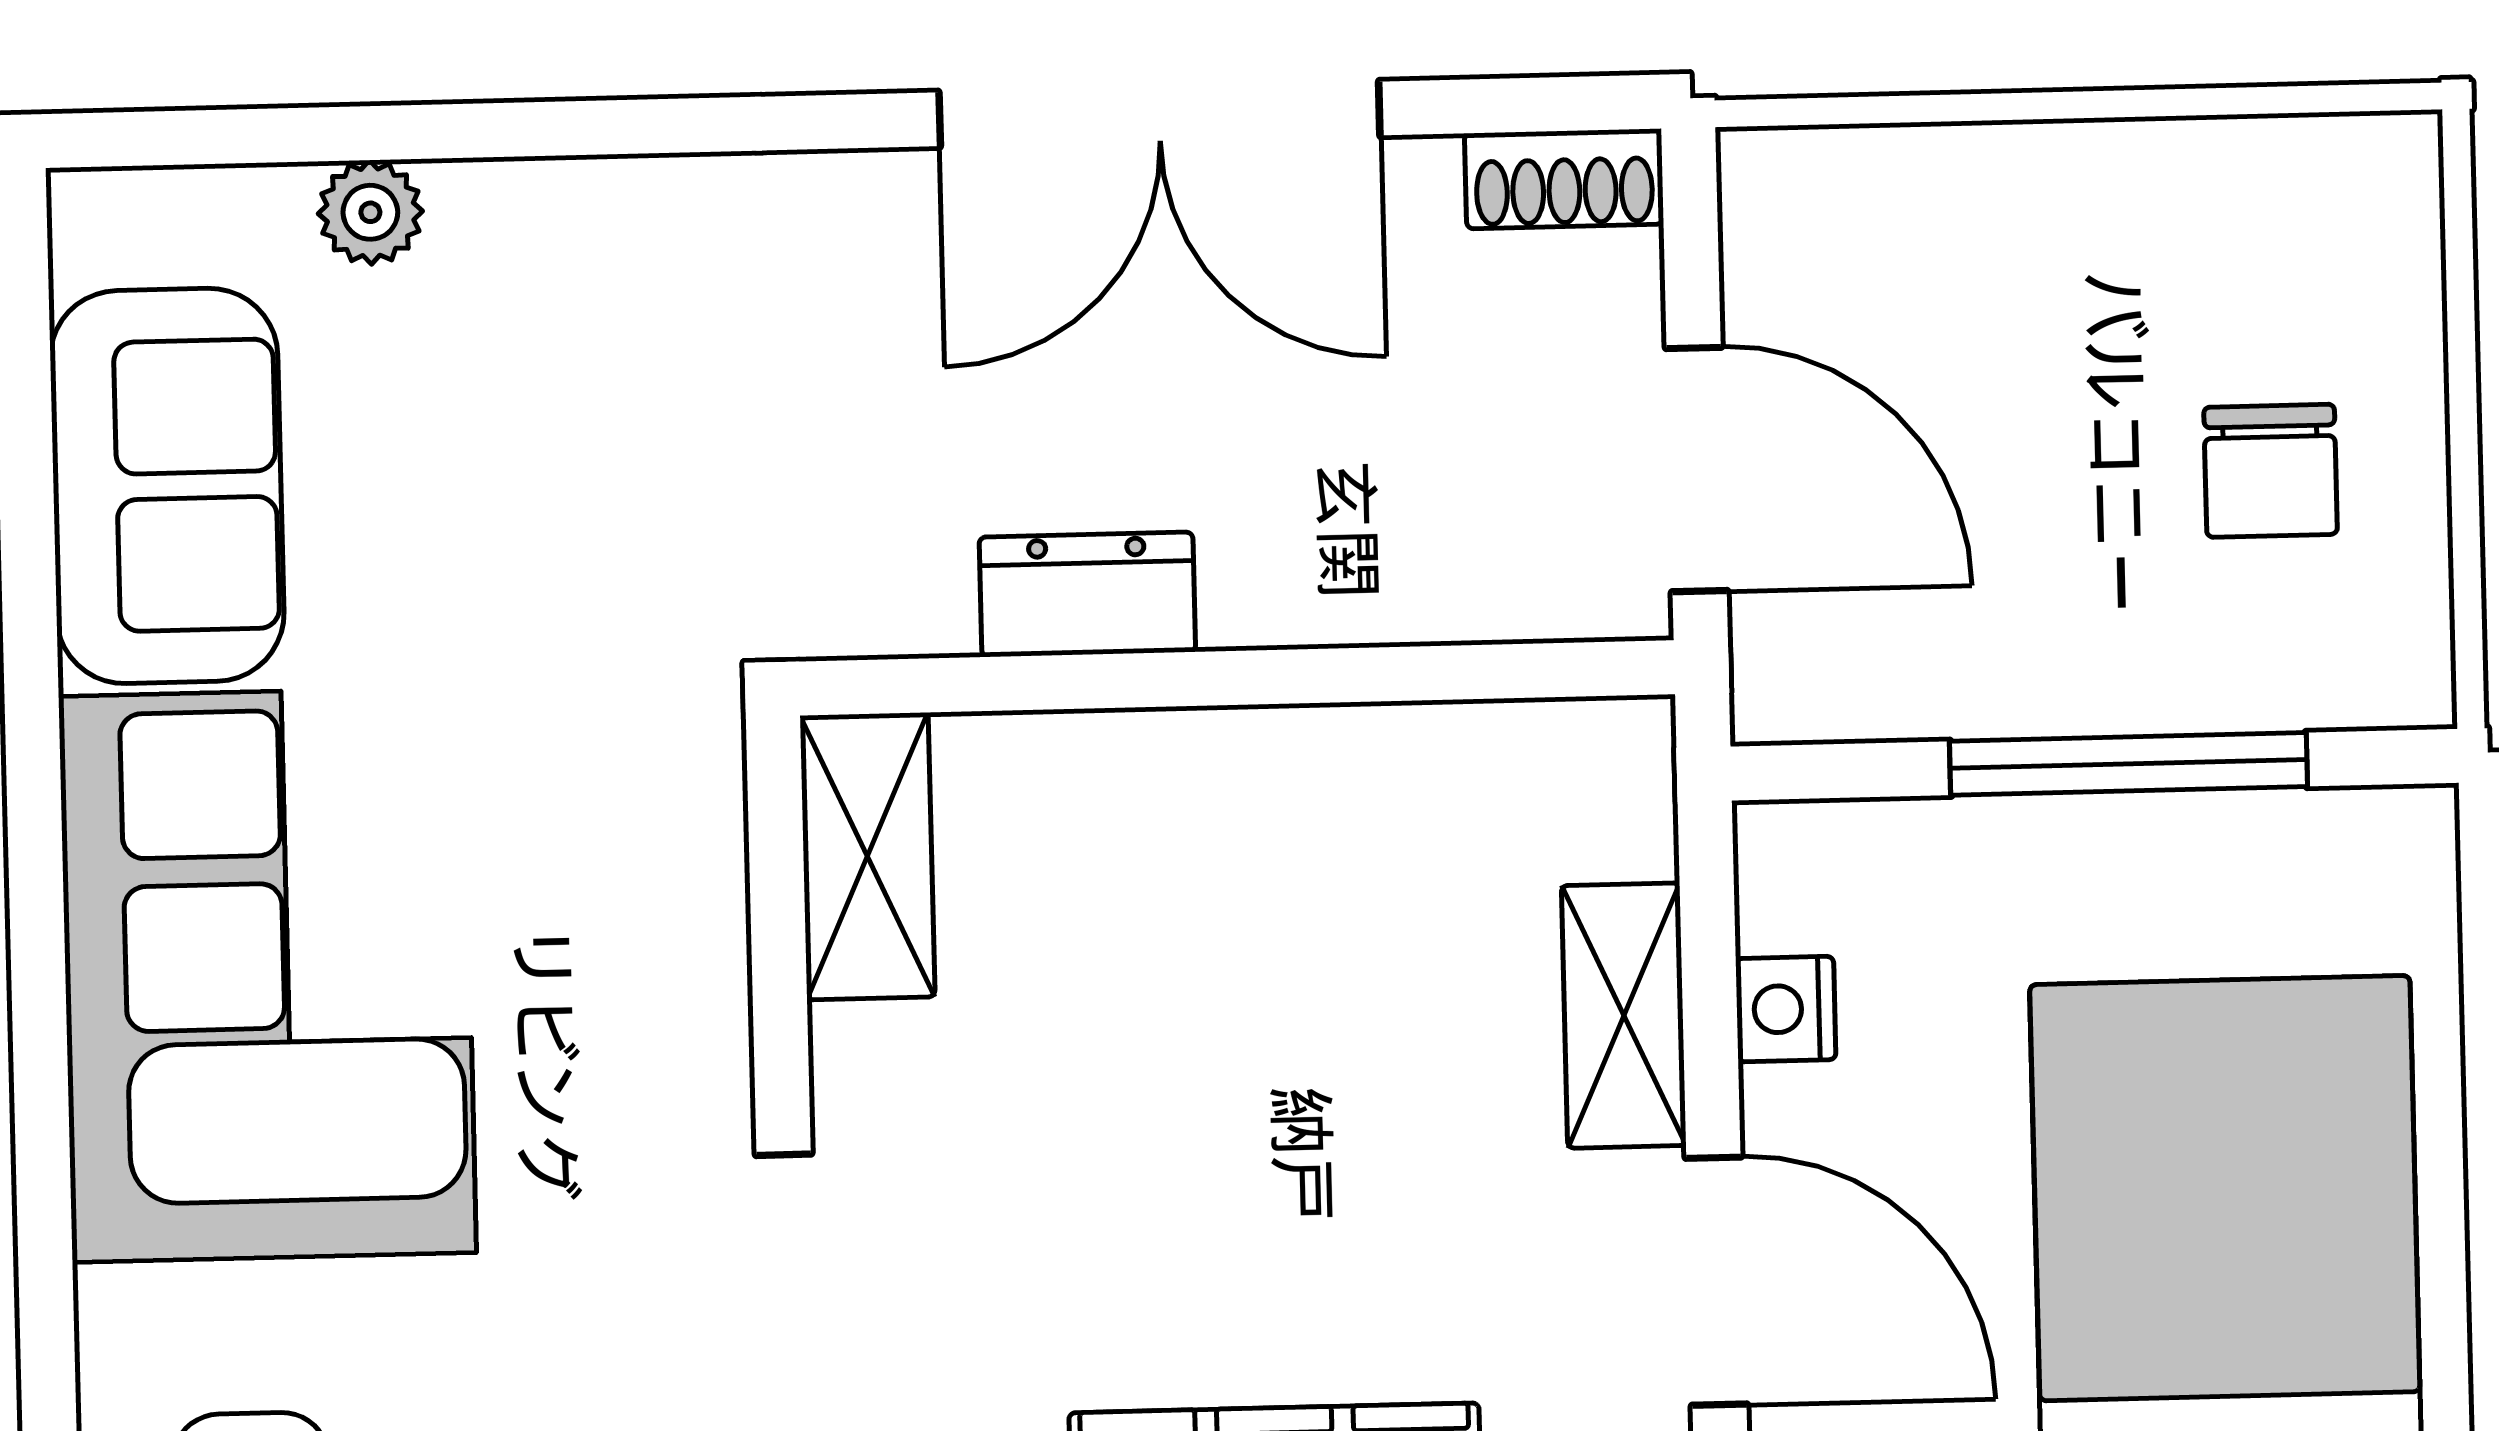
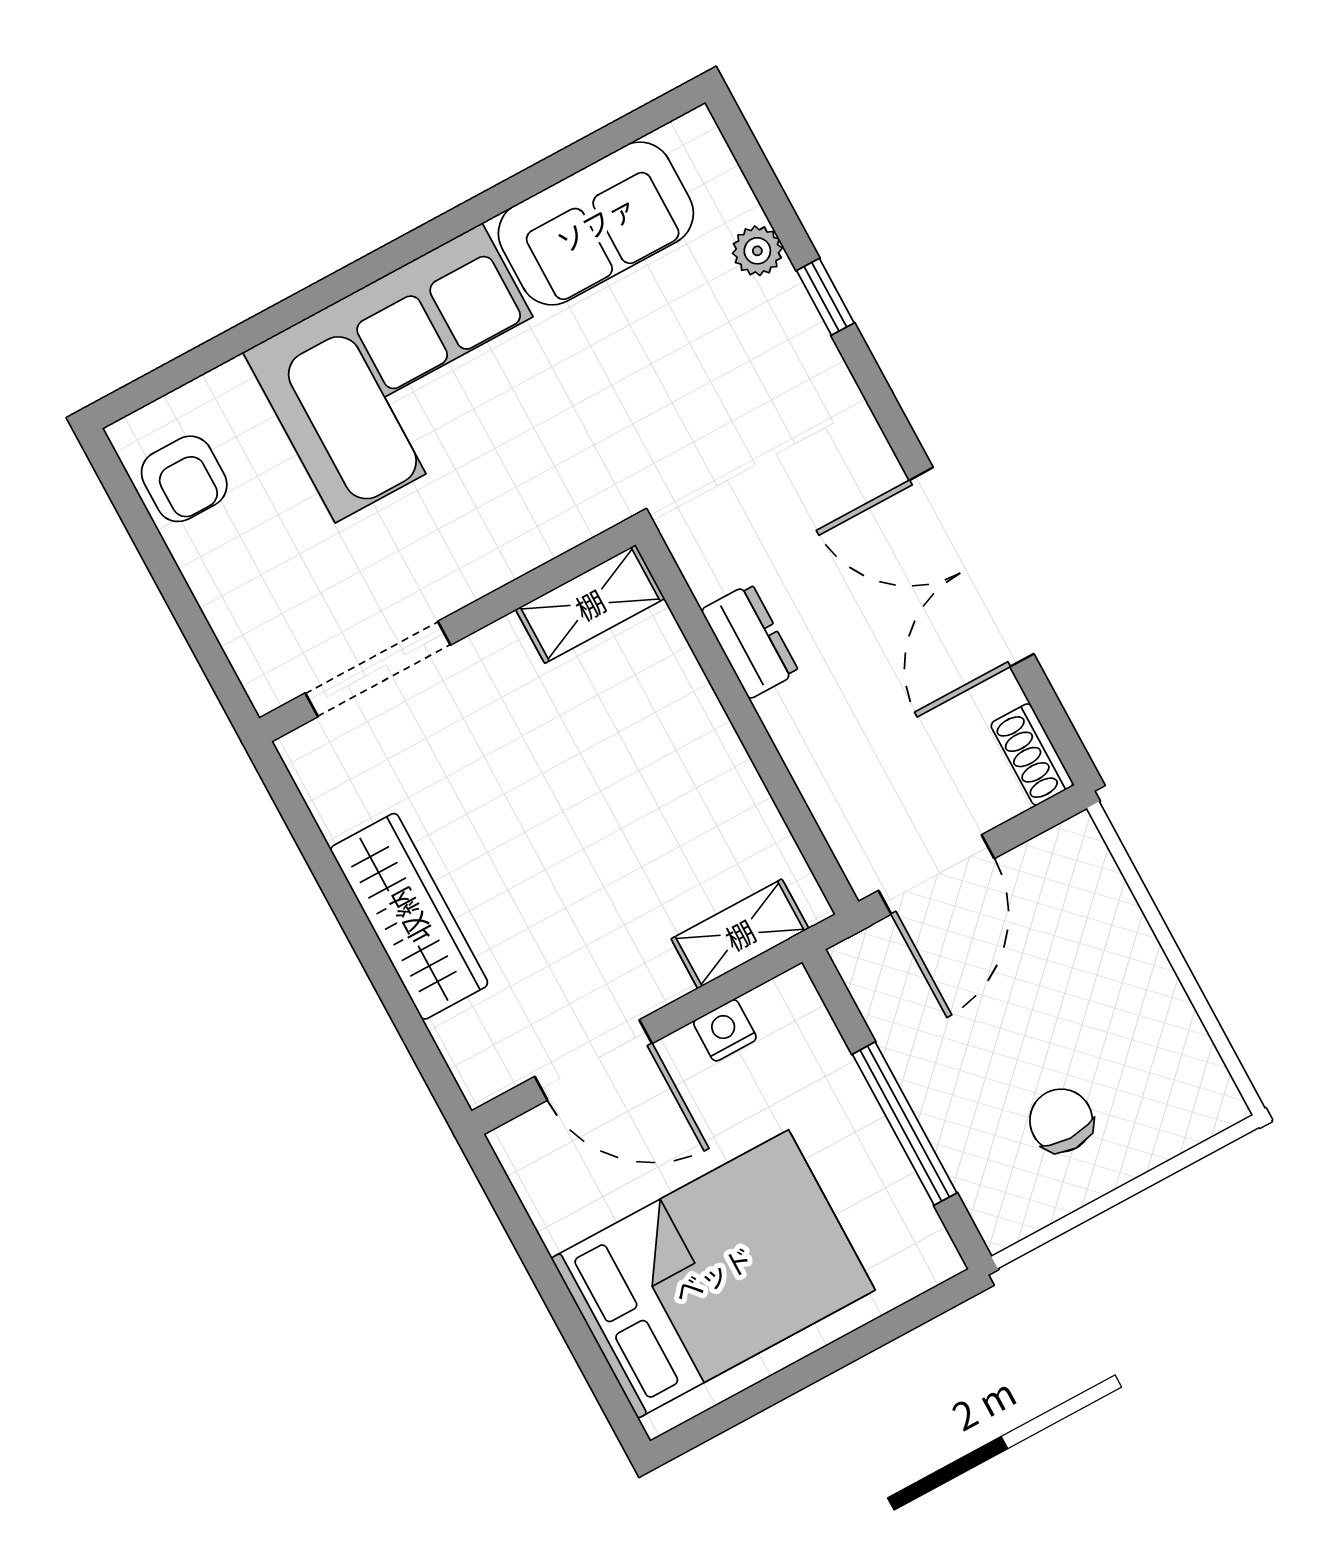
window: (520, 129) -> (825, 297), added
chair: (2271, 471) -> (1061, 1120), turned 90
shelving: (1624, 1016) -> (740, 934), moved
door: (1716, 1281) -> (593, 1060), hinge flipped

